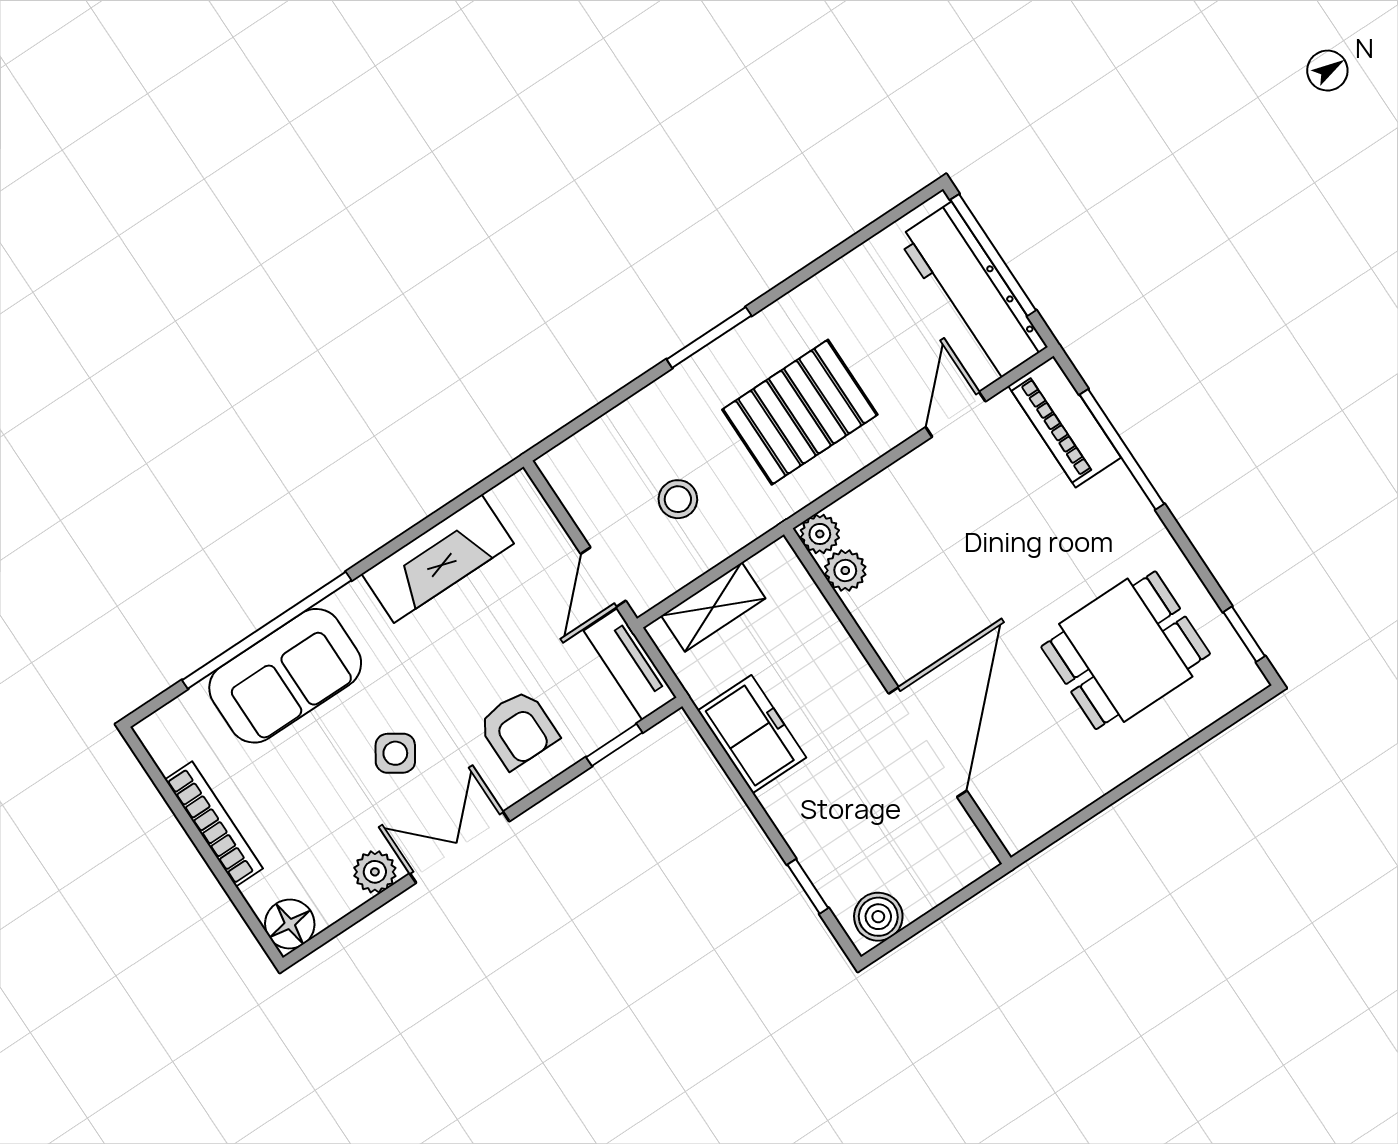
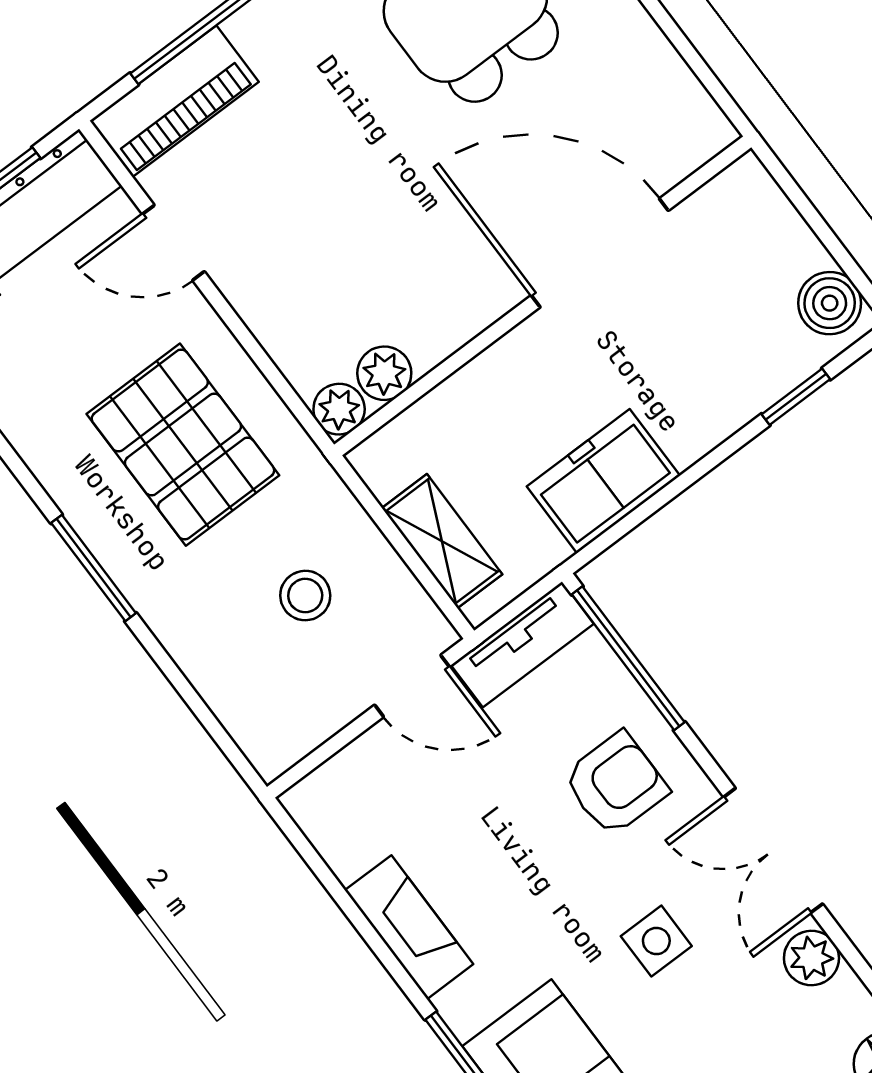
fireplace: (438, 559) -> (409, 927), width x0.73, depth x0.76
window: (614, 745) -> (628, 658), width x2.17
side table: (395, 753) -> (656, 941), turned -33

